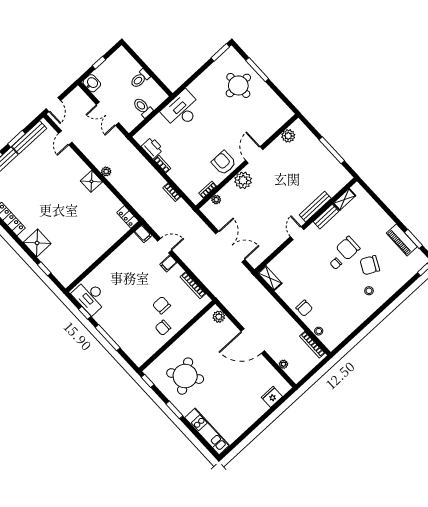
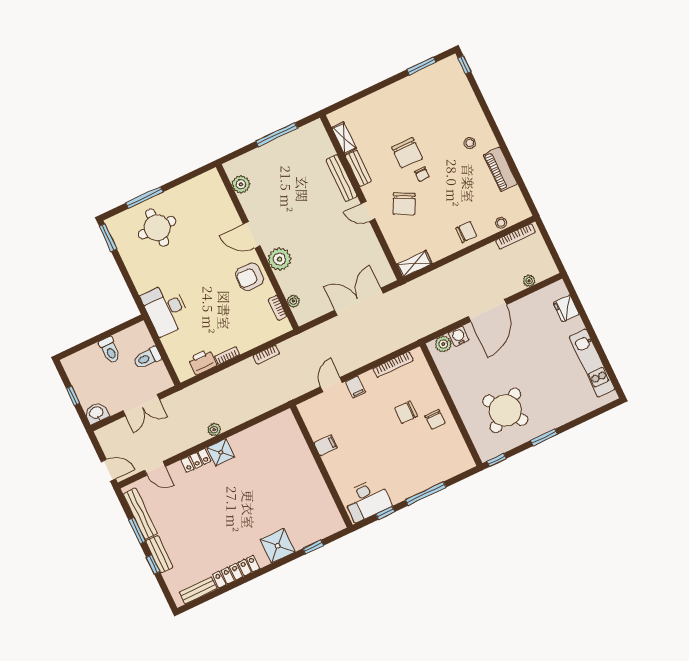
locker: (128, 217) -> (196, 460), moved
filing cabinet: (143, 234) -> (326, 445), moved
piano: (402, 240) -> (500, 169), moved, turned 90
chair: (370, 265) -> (404, 204), moved
water cooler: (228, 326) -> (459, 336), added
kitchen unit: (207, 431) -> (592, 363), moved, turned -90

